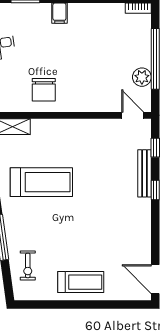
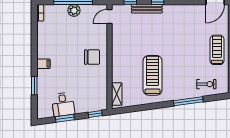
plant: (142, 77) -> (74, 10), moved
chair: (44, 90) -> (92, 57), moved

